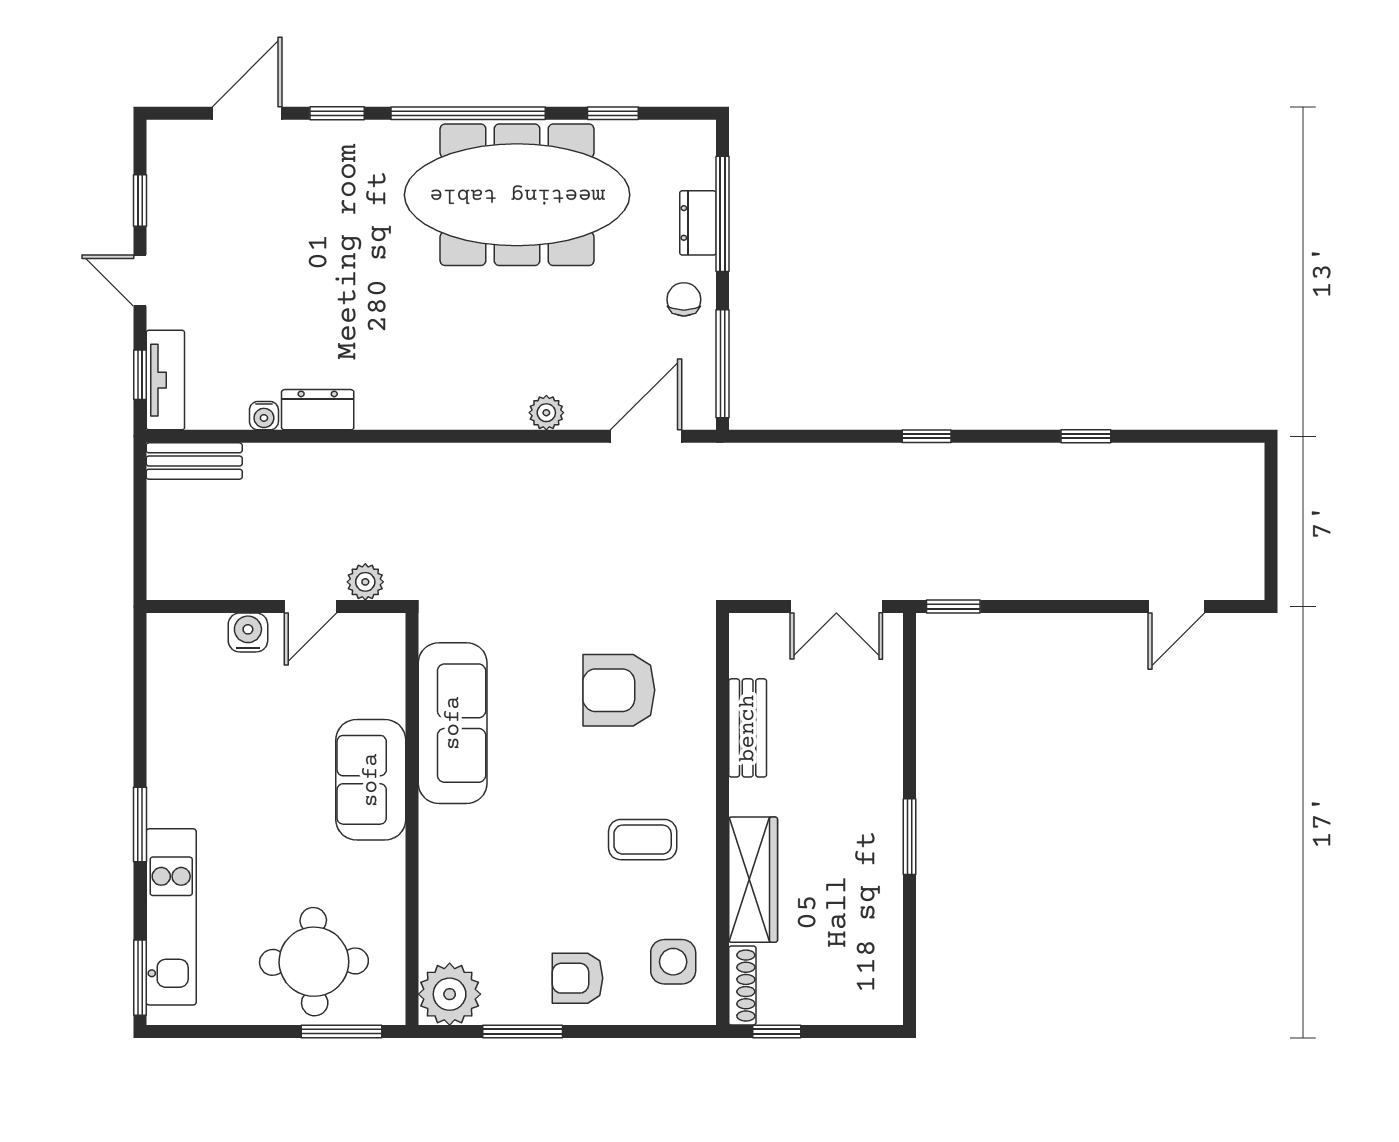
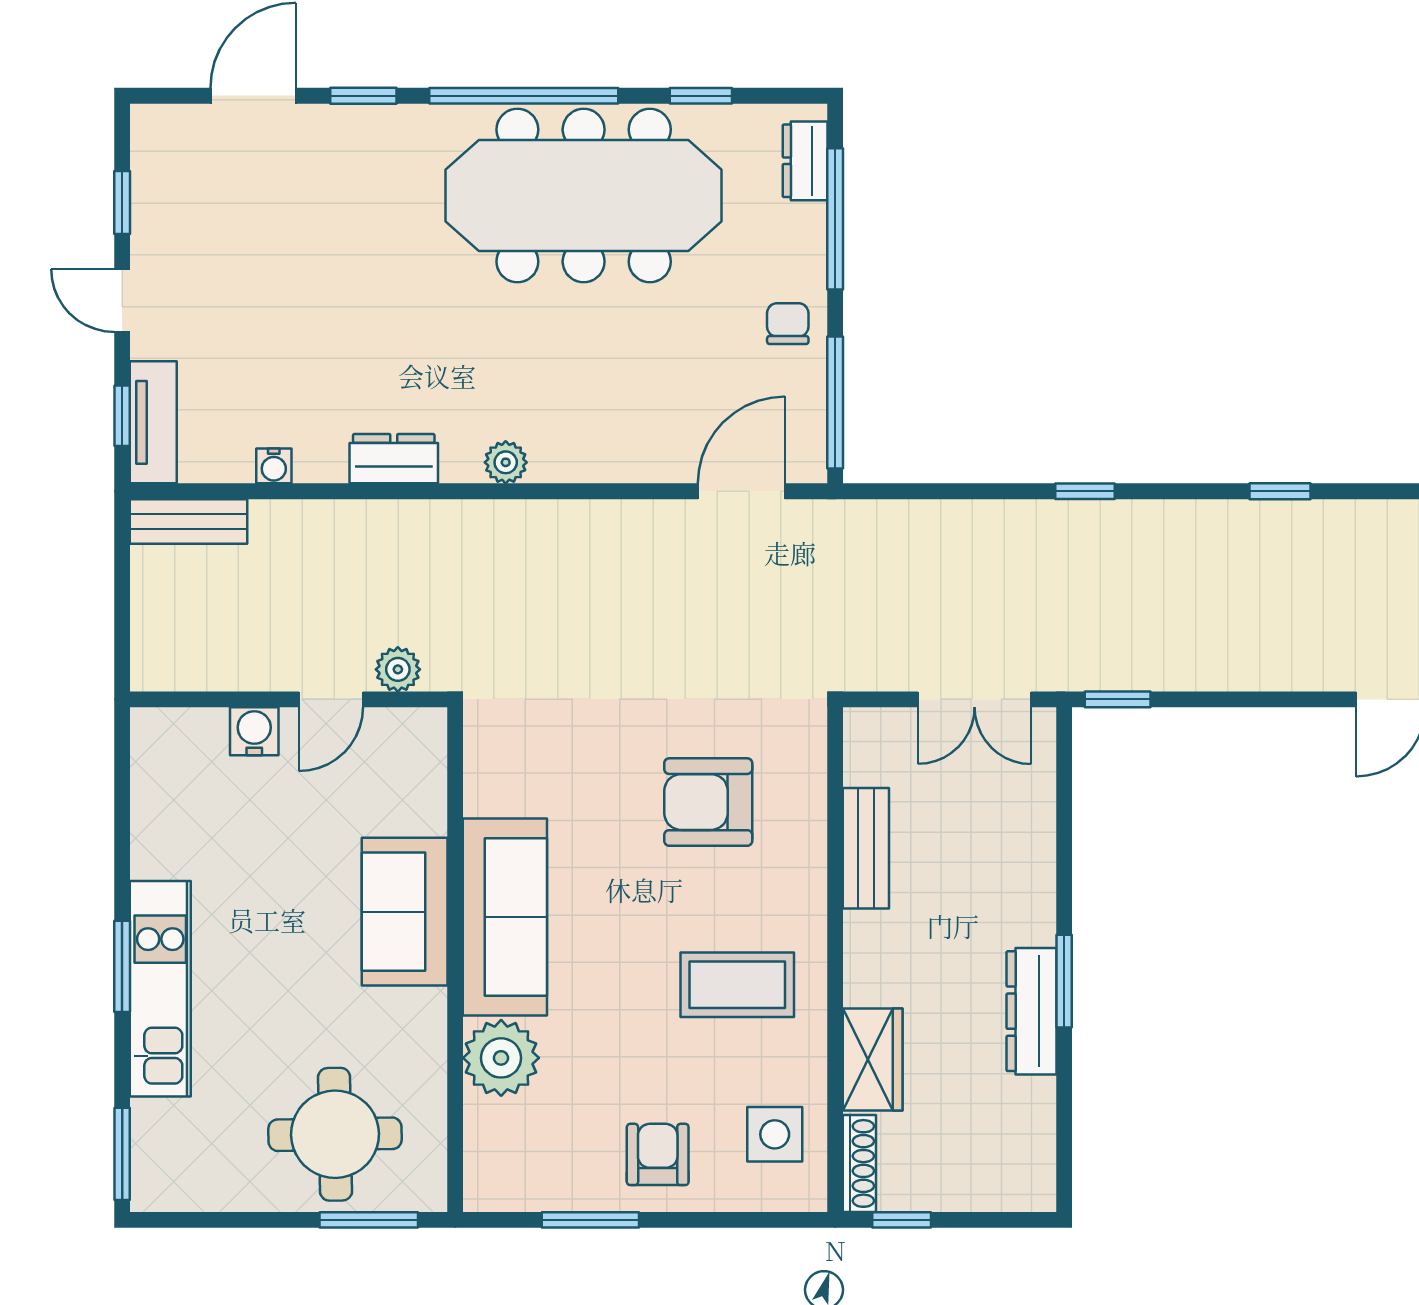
dresser: (698, 223) -> (805, 161), moved
dresser: (318, 410) -> (394, 459), moved
plant: (546, 413) -> (506, 462), moved
sofa: (453, 723) -> (505, 917), moved
coffee table: (643, 840) -> (737, 985), width x1.36, depth x1.30
dresser: (883, 861) -> (1031, 1011), added
wardrobe: (753, 880) -> (873, 1059), width x0.67
kitchen unit: (171, 917) -> (160, 989), moved
armchair: (578, 978) -> (658, 1154), turned 90
plant: (450, 994) -> (501, 1058), moved

